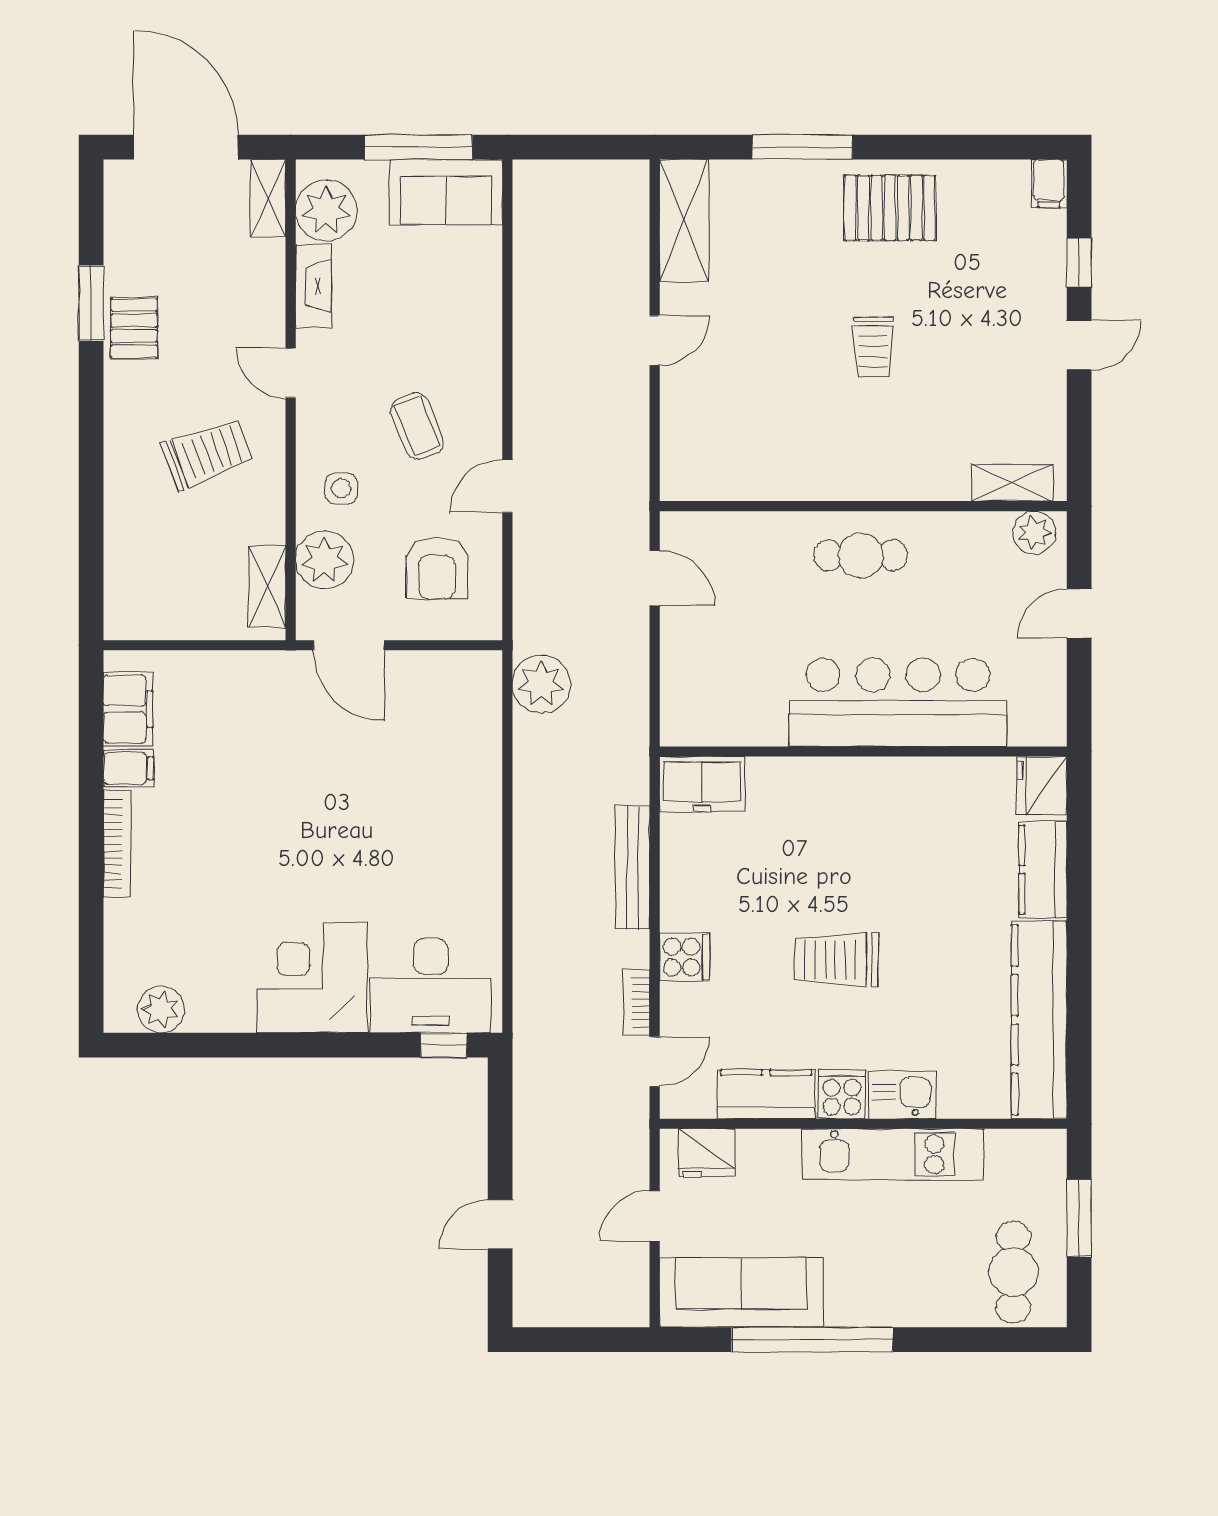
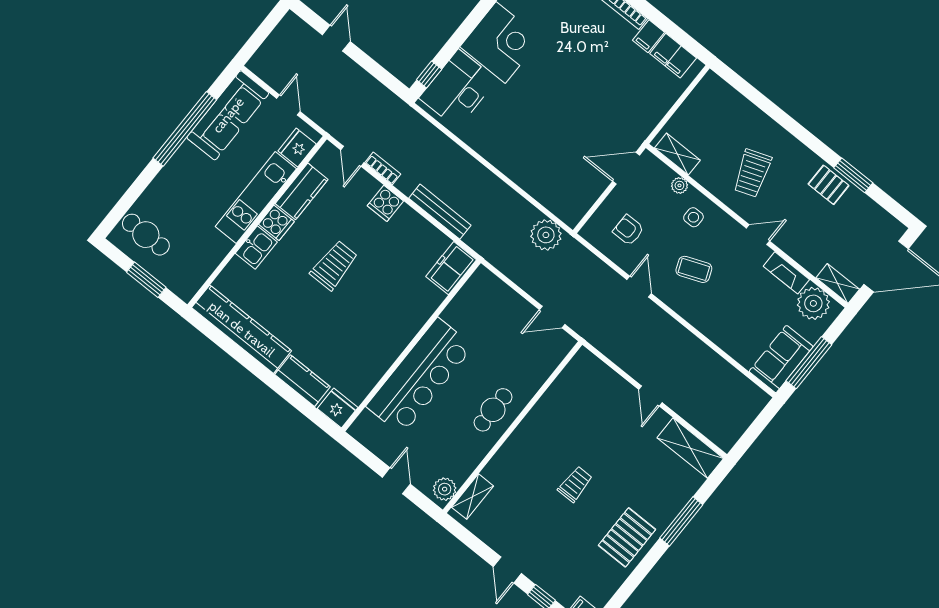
trolley: (873, 347) -> (575, 484), turned 90
plant: (325, 560) -> (679, 185), width x0.53, depth x0.53
armchair: (437, 568) -> (628, 230), width x0.72, depth x0.72
kitchen unit: (893, 1154) -> (256, 198), moved

